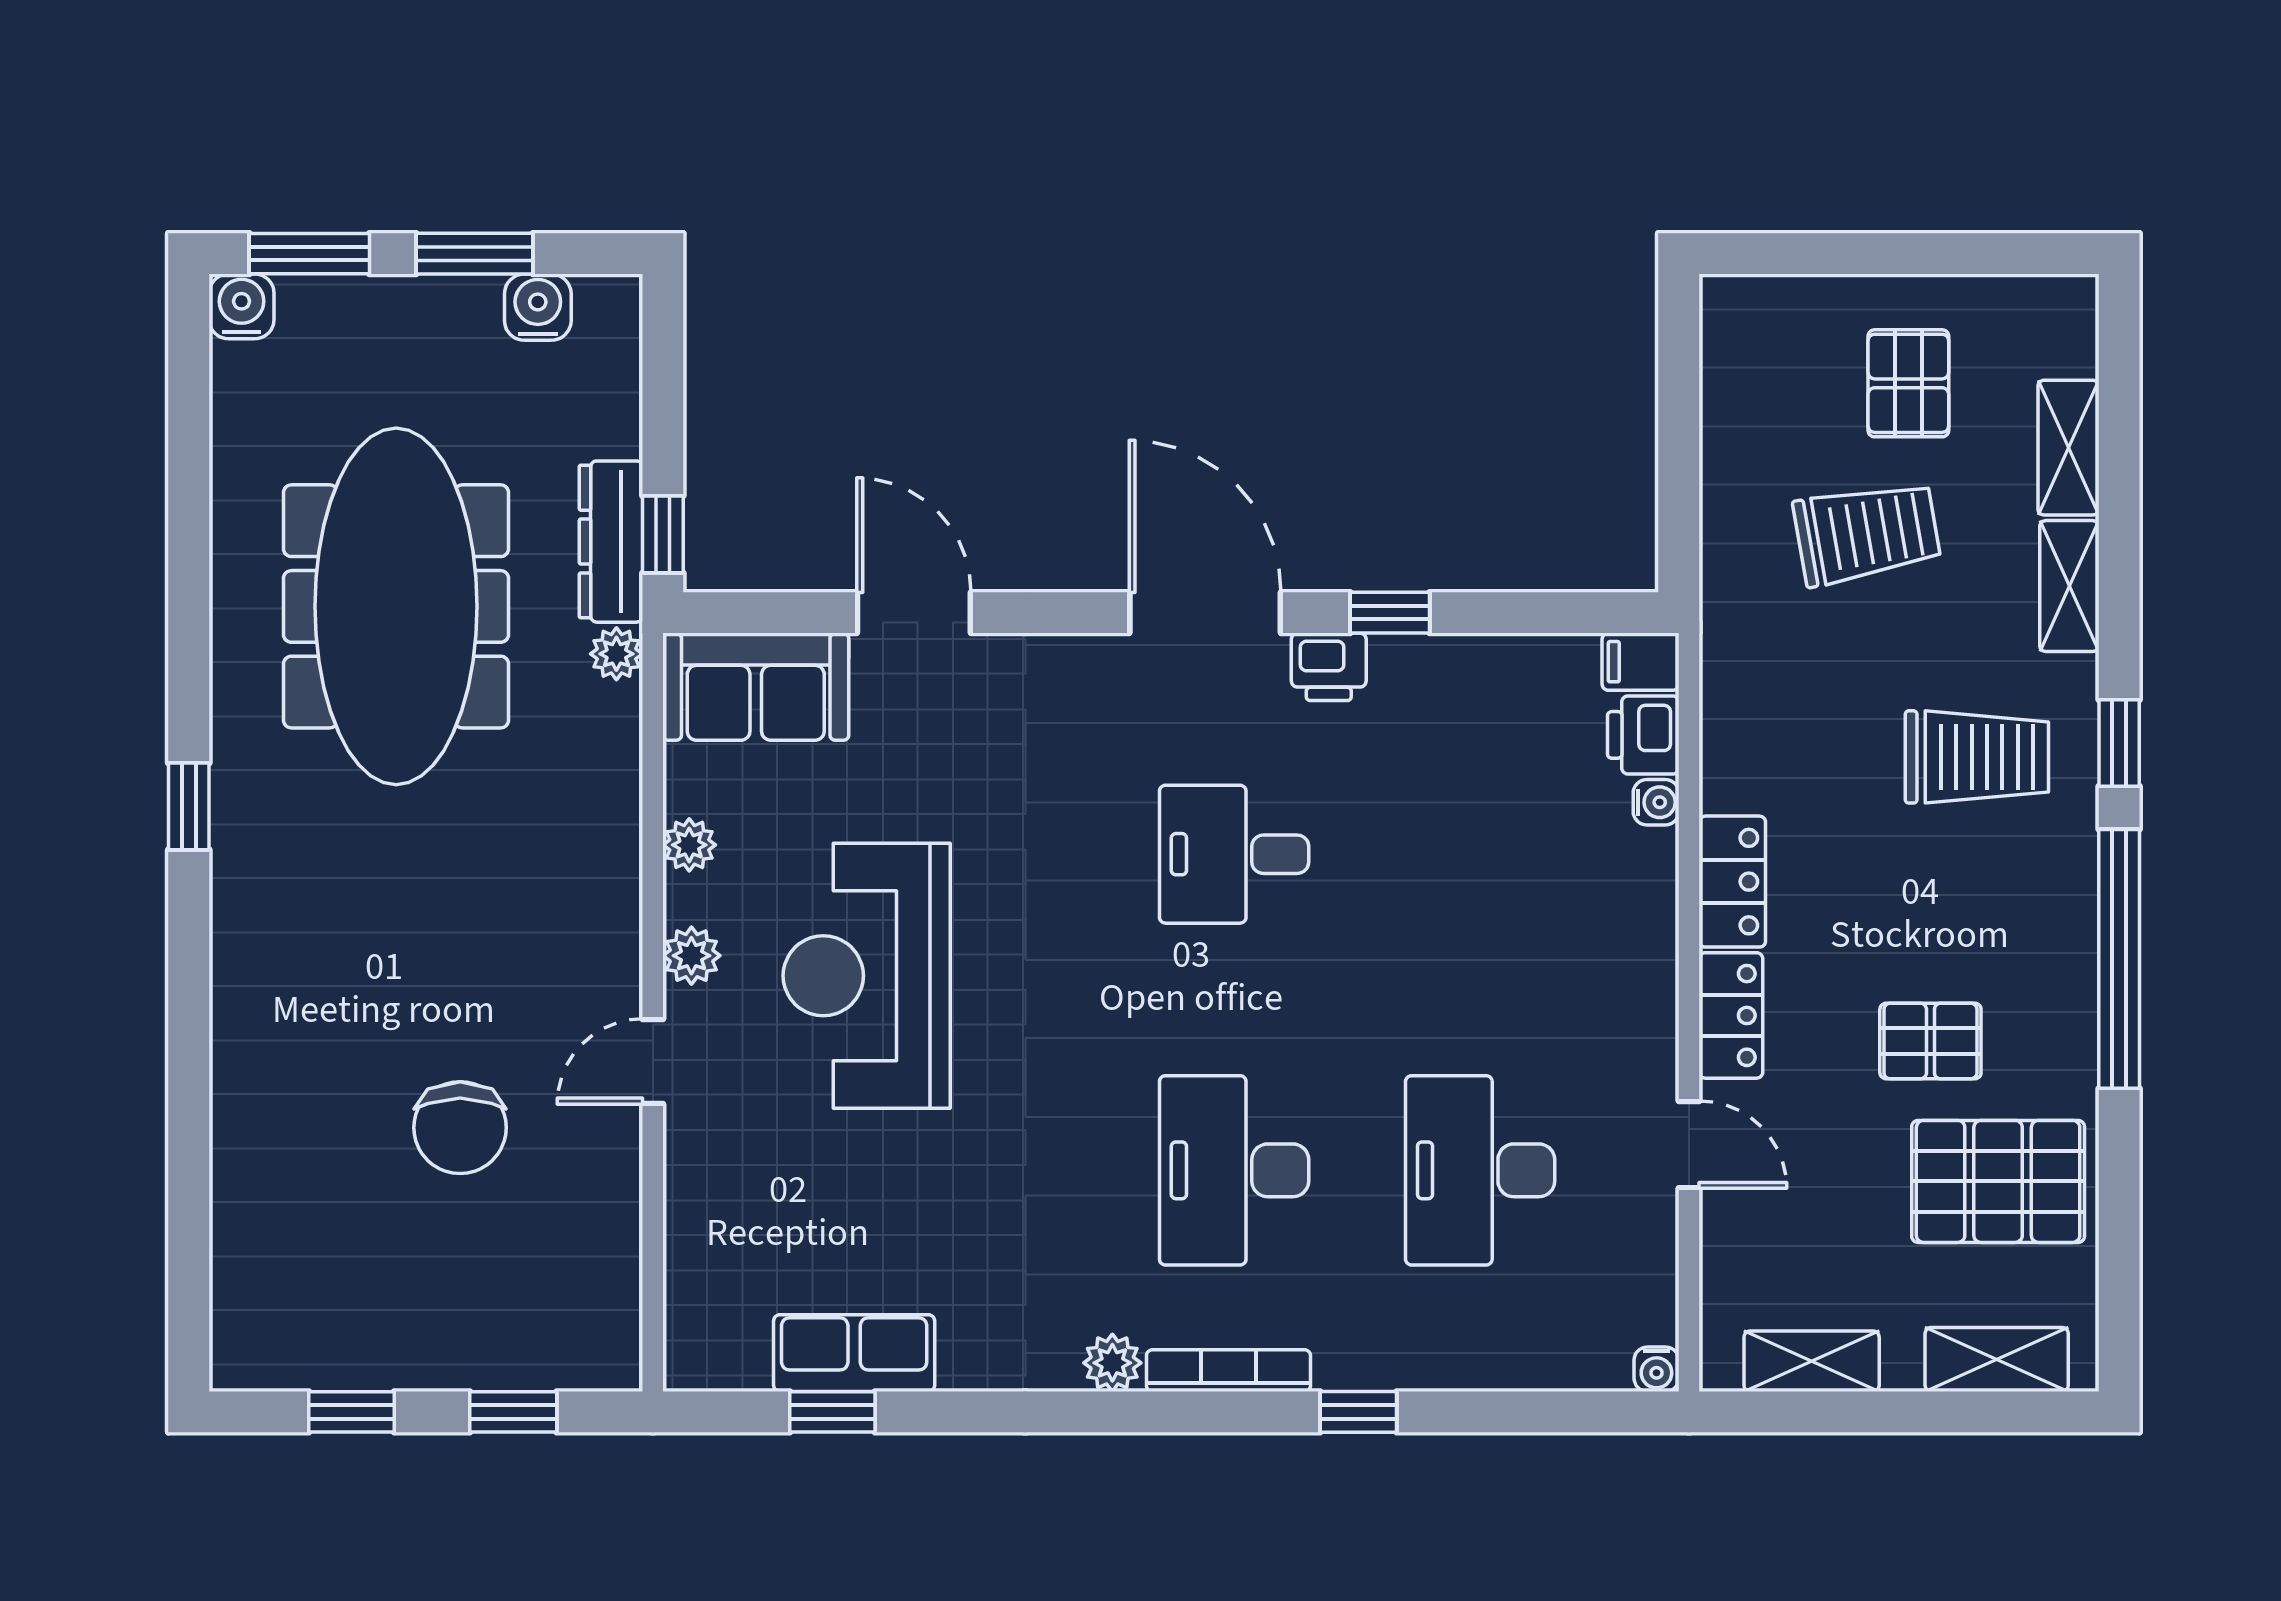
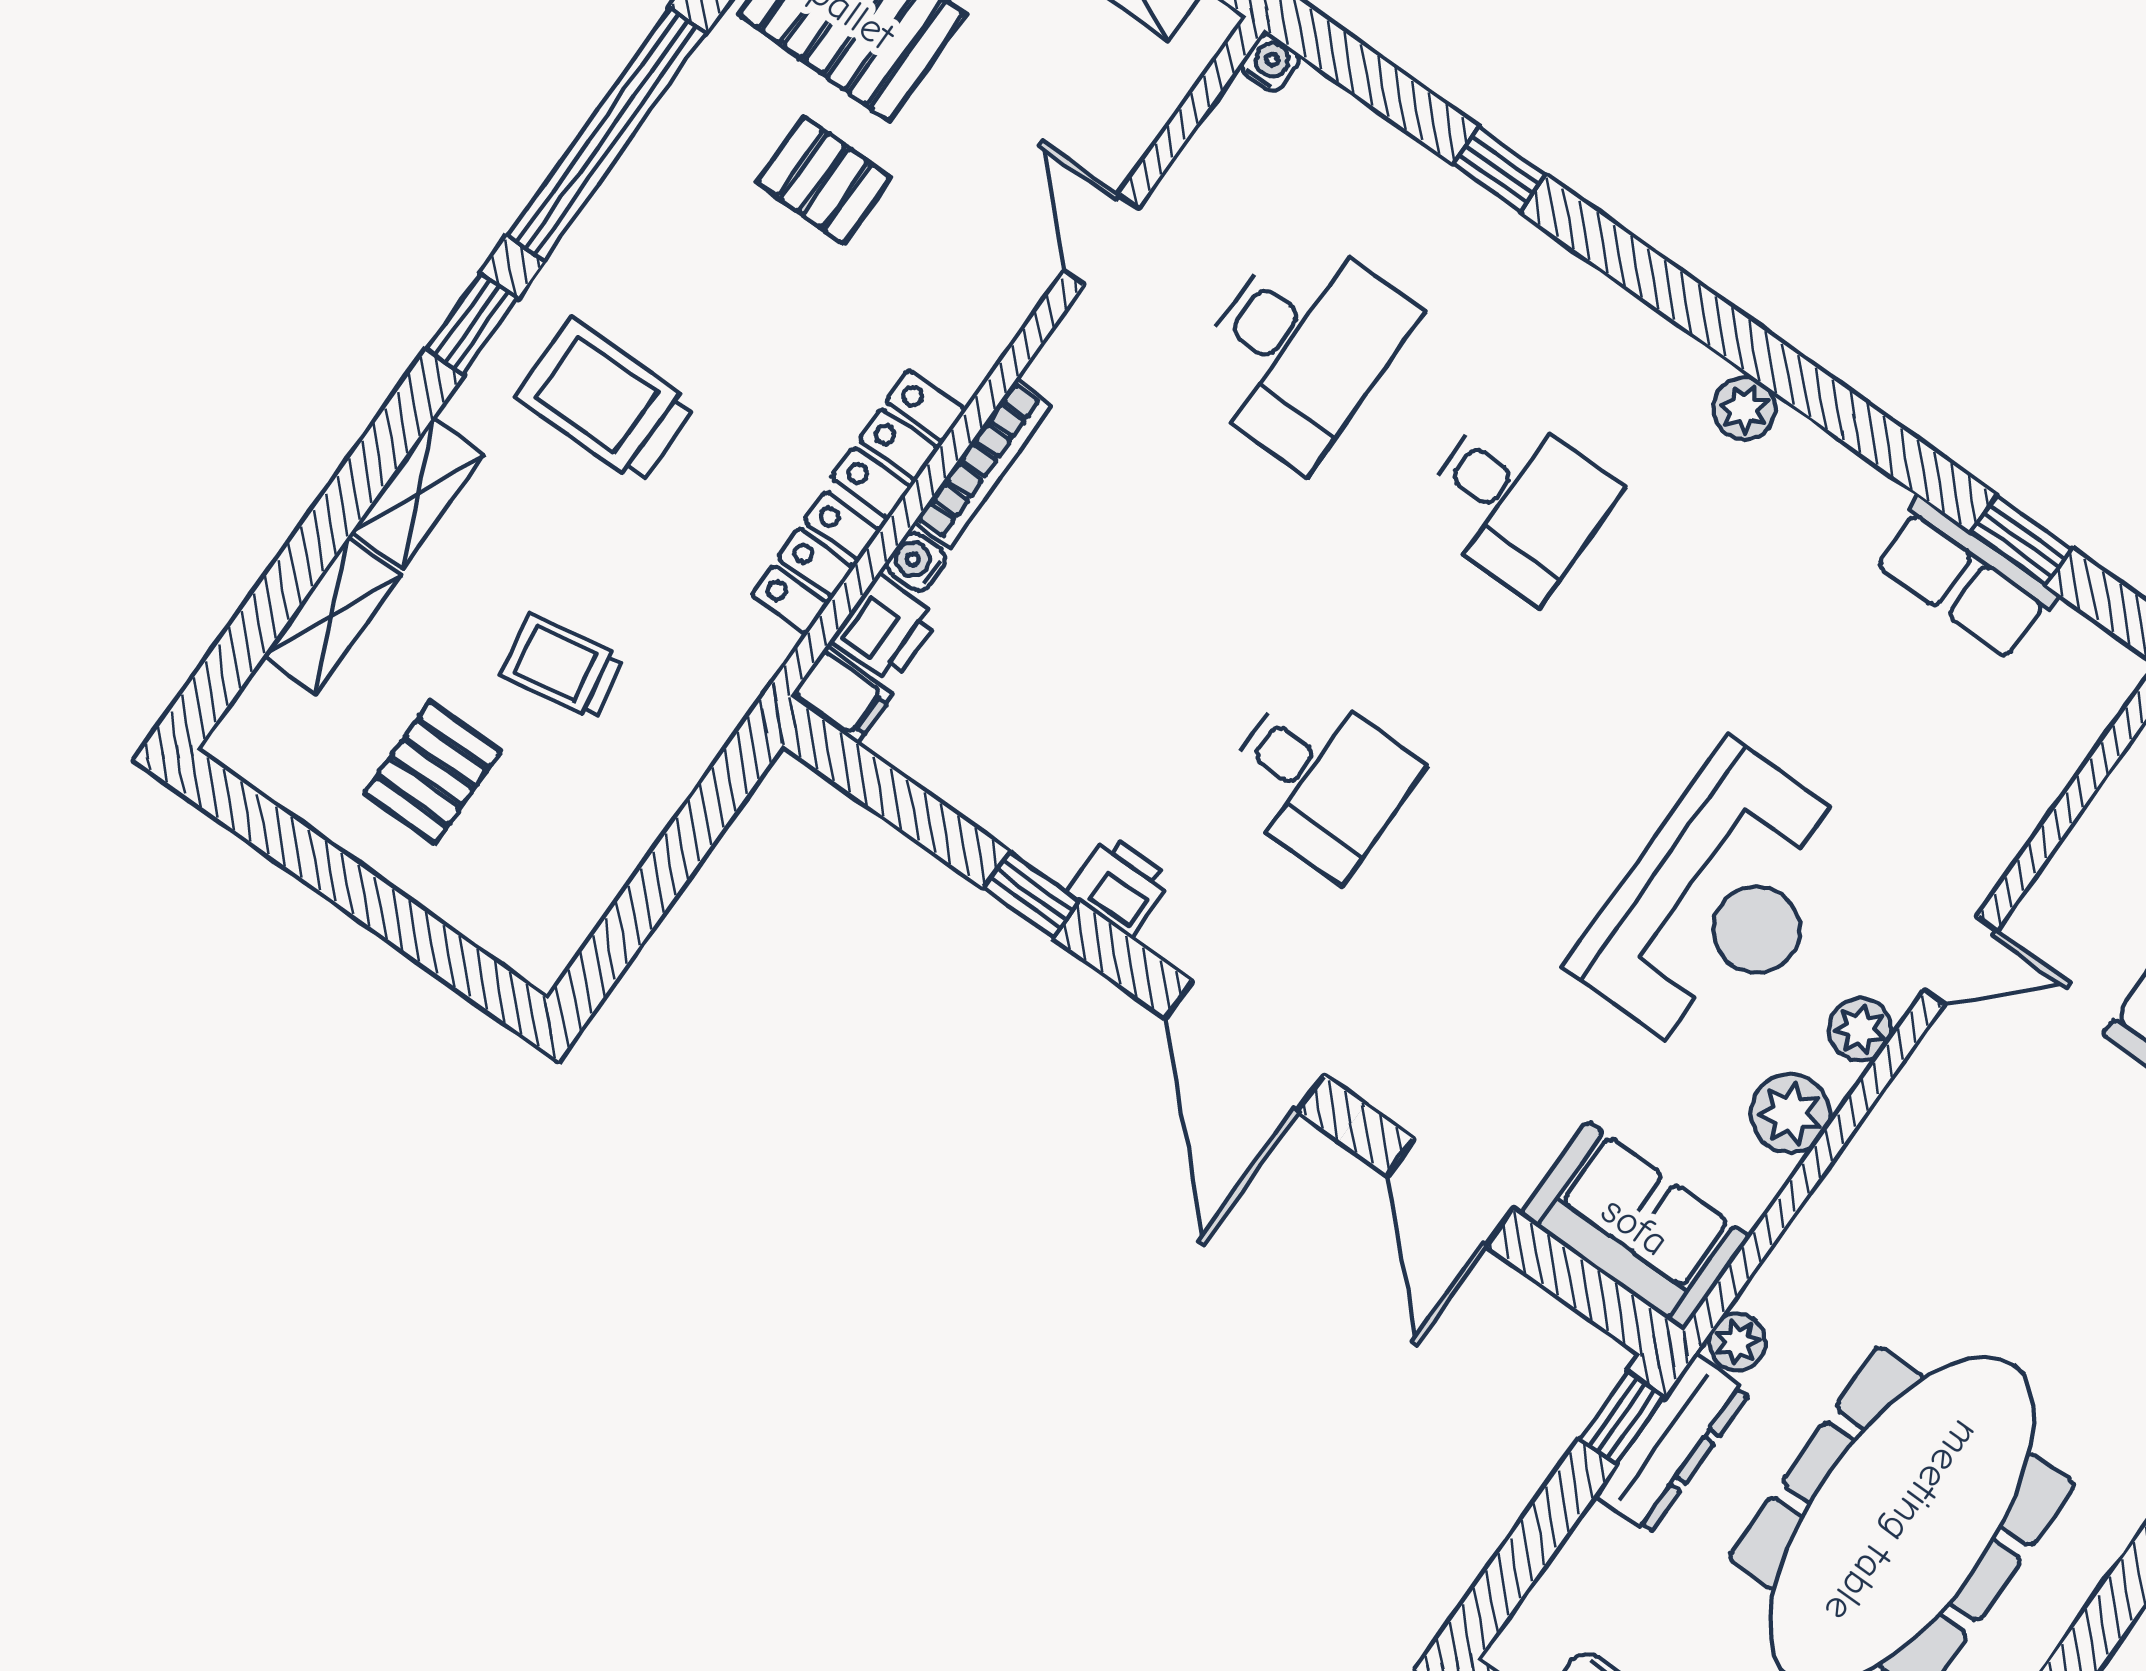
trolley: (1867, 533) -> (562, 667), width x0.73, depth x0.72
door: (1205, 613) -> (1245, 1046), moved
plant: (689, 845) -> (1790, 1113), width x1.38, depth x1.38
locker: (1731, 1015) -> (816, 563), moved
desk: (1234, 1170) -> (1517, 502), width x0.73
bookcase: (1228, 1371) -> (983, 464), moved, turned -90
window: (1358, 1412) -> (1499, 169), moved

